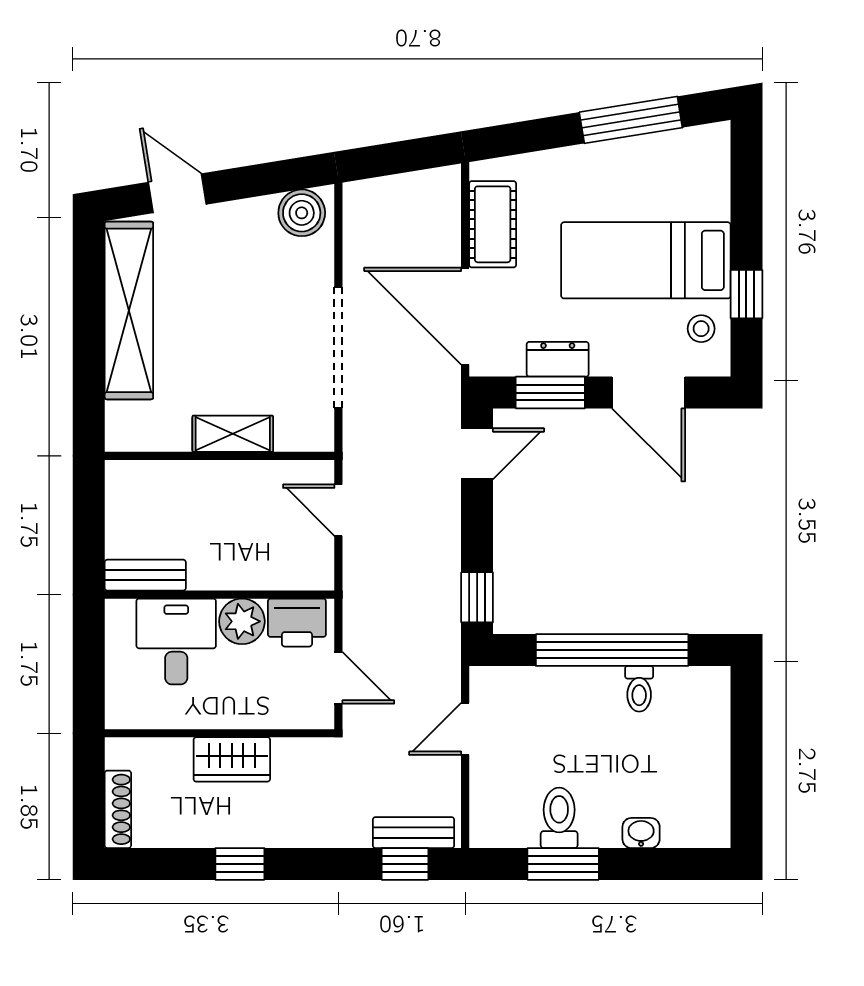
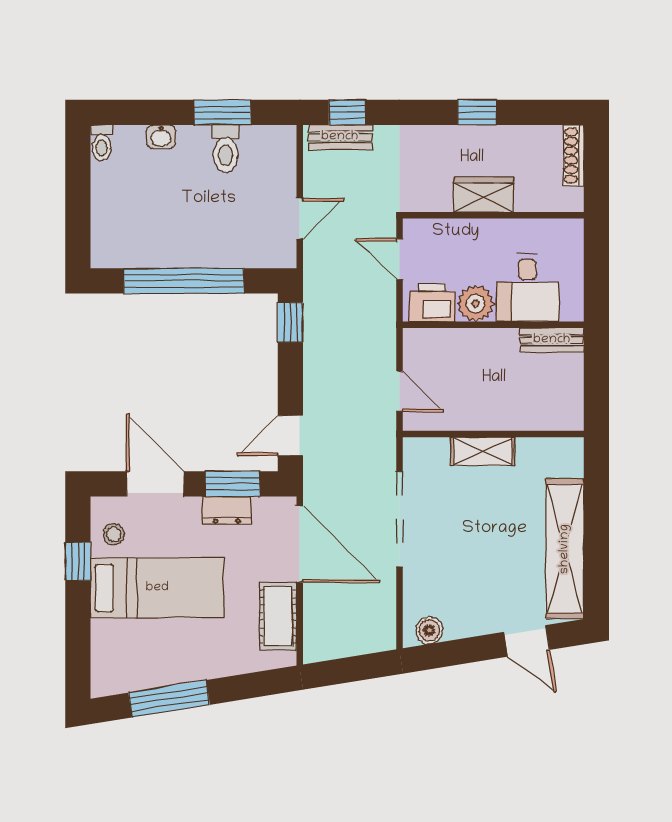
boiler: (302, 213) -> (429, 630), width x0.73, depth x0.73
toilet: (639, 689) -> (102, 143), moved, turned 180

